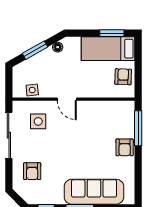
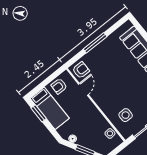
door: (67, 99) -> (83, 89), moved
window: (138, 128) -> (95, 43), moved
armchair: (125, 147) -> (81, 70), moved

